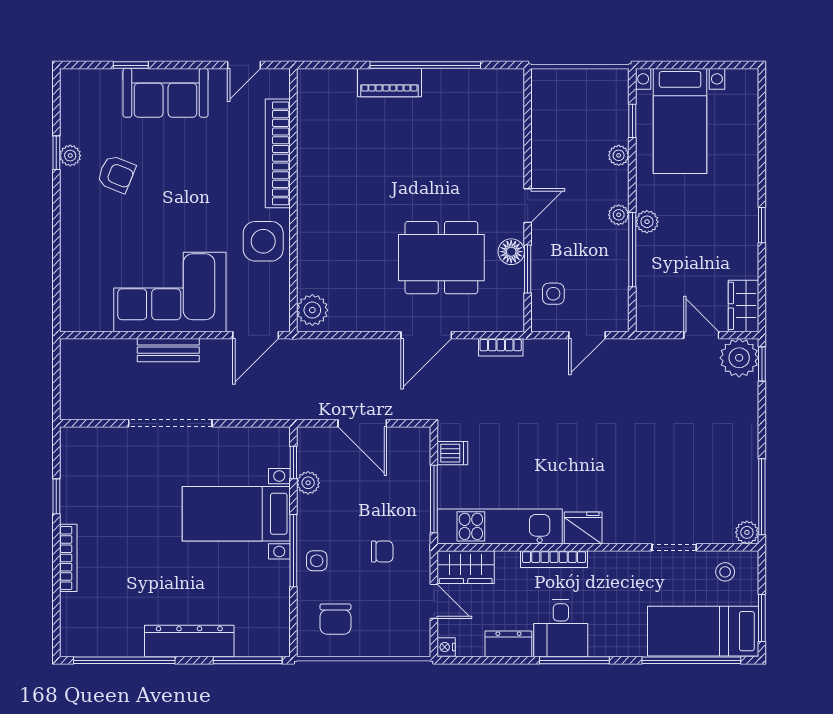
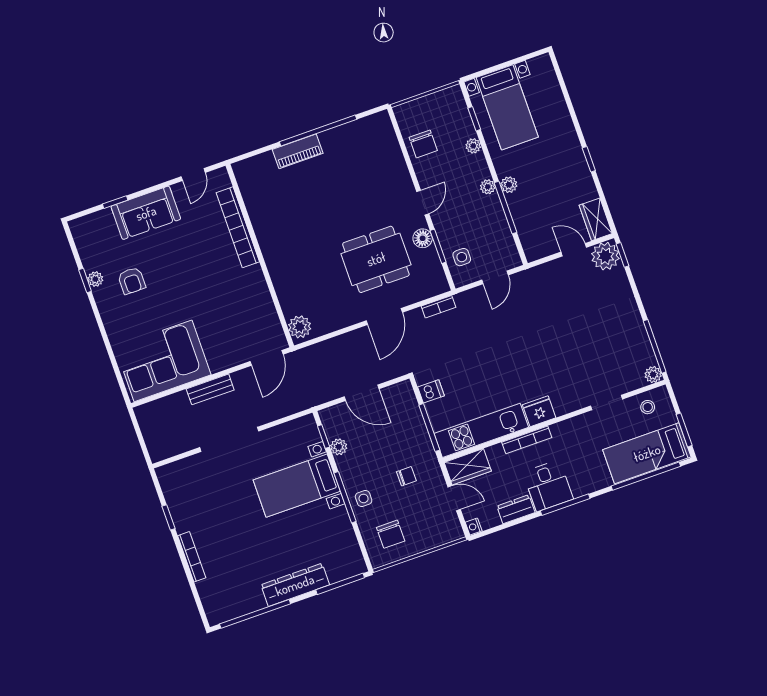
chair: (555, 130) -> (423, 144), added
armchair: (116, 174) -> (132, 281), turned 68
side table: (263, 241) -> (249, 291), removed
corner sofa: (170, 292) -> (163, 361), moved

